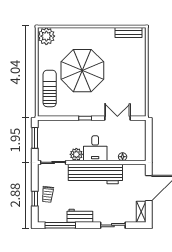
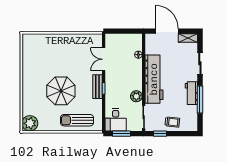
bench: (128, 33) -> (97, 87), moved
parasol: (82, 71) -> (61, 91), width x0.73, depth x0.73
desk: (95, 148) -> (116, 120), moved, turned 90
window: (35, 199) -> (160, 134), moved
window: (60, 225) -> (200, 100), moved

